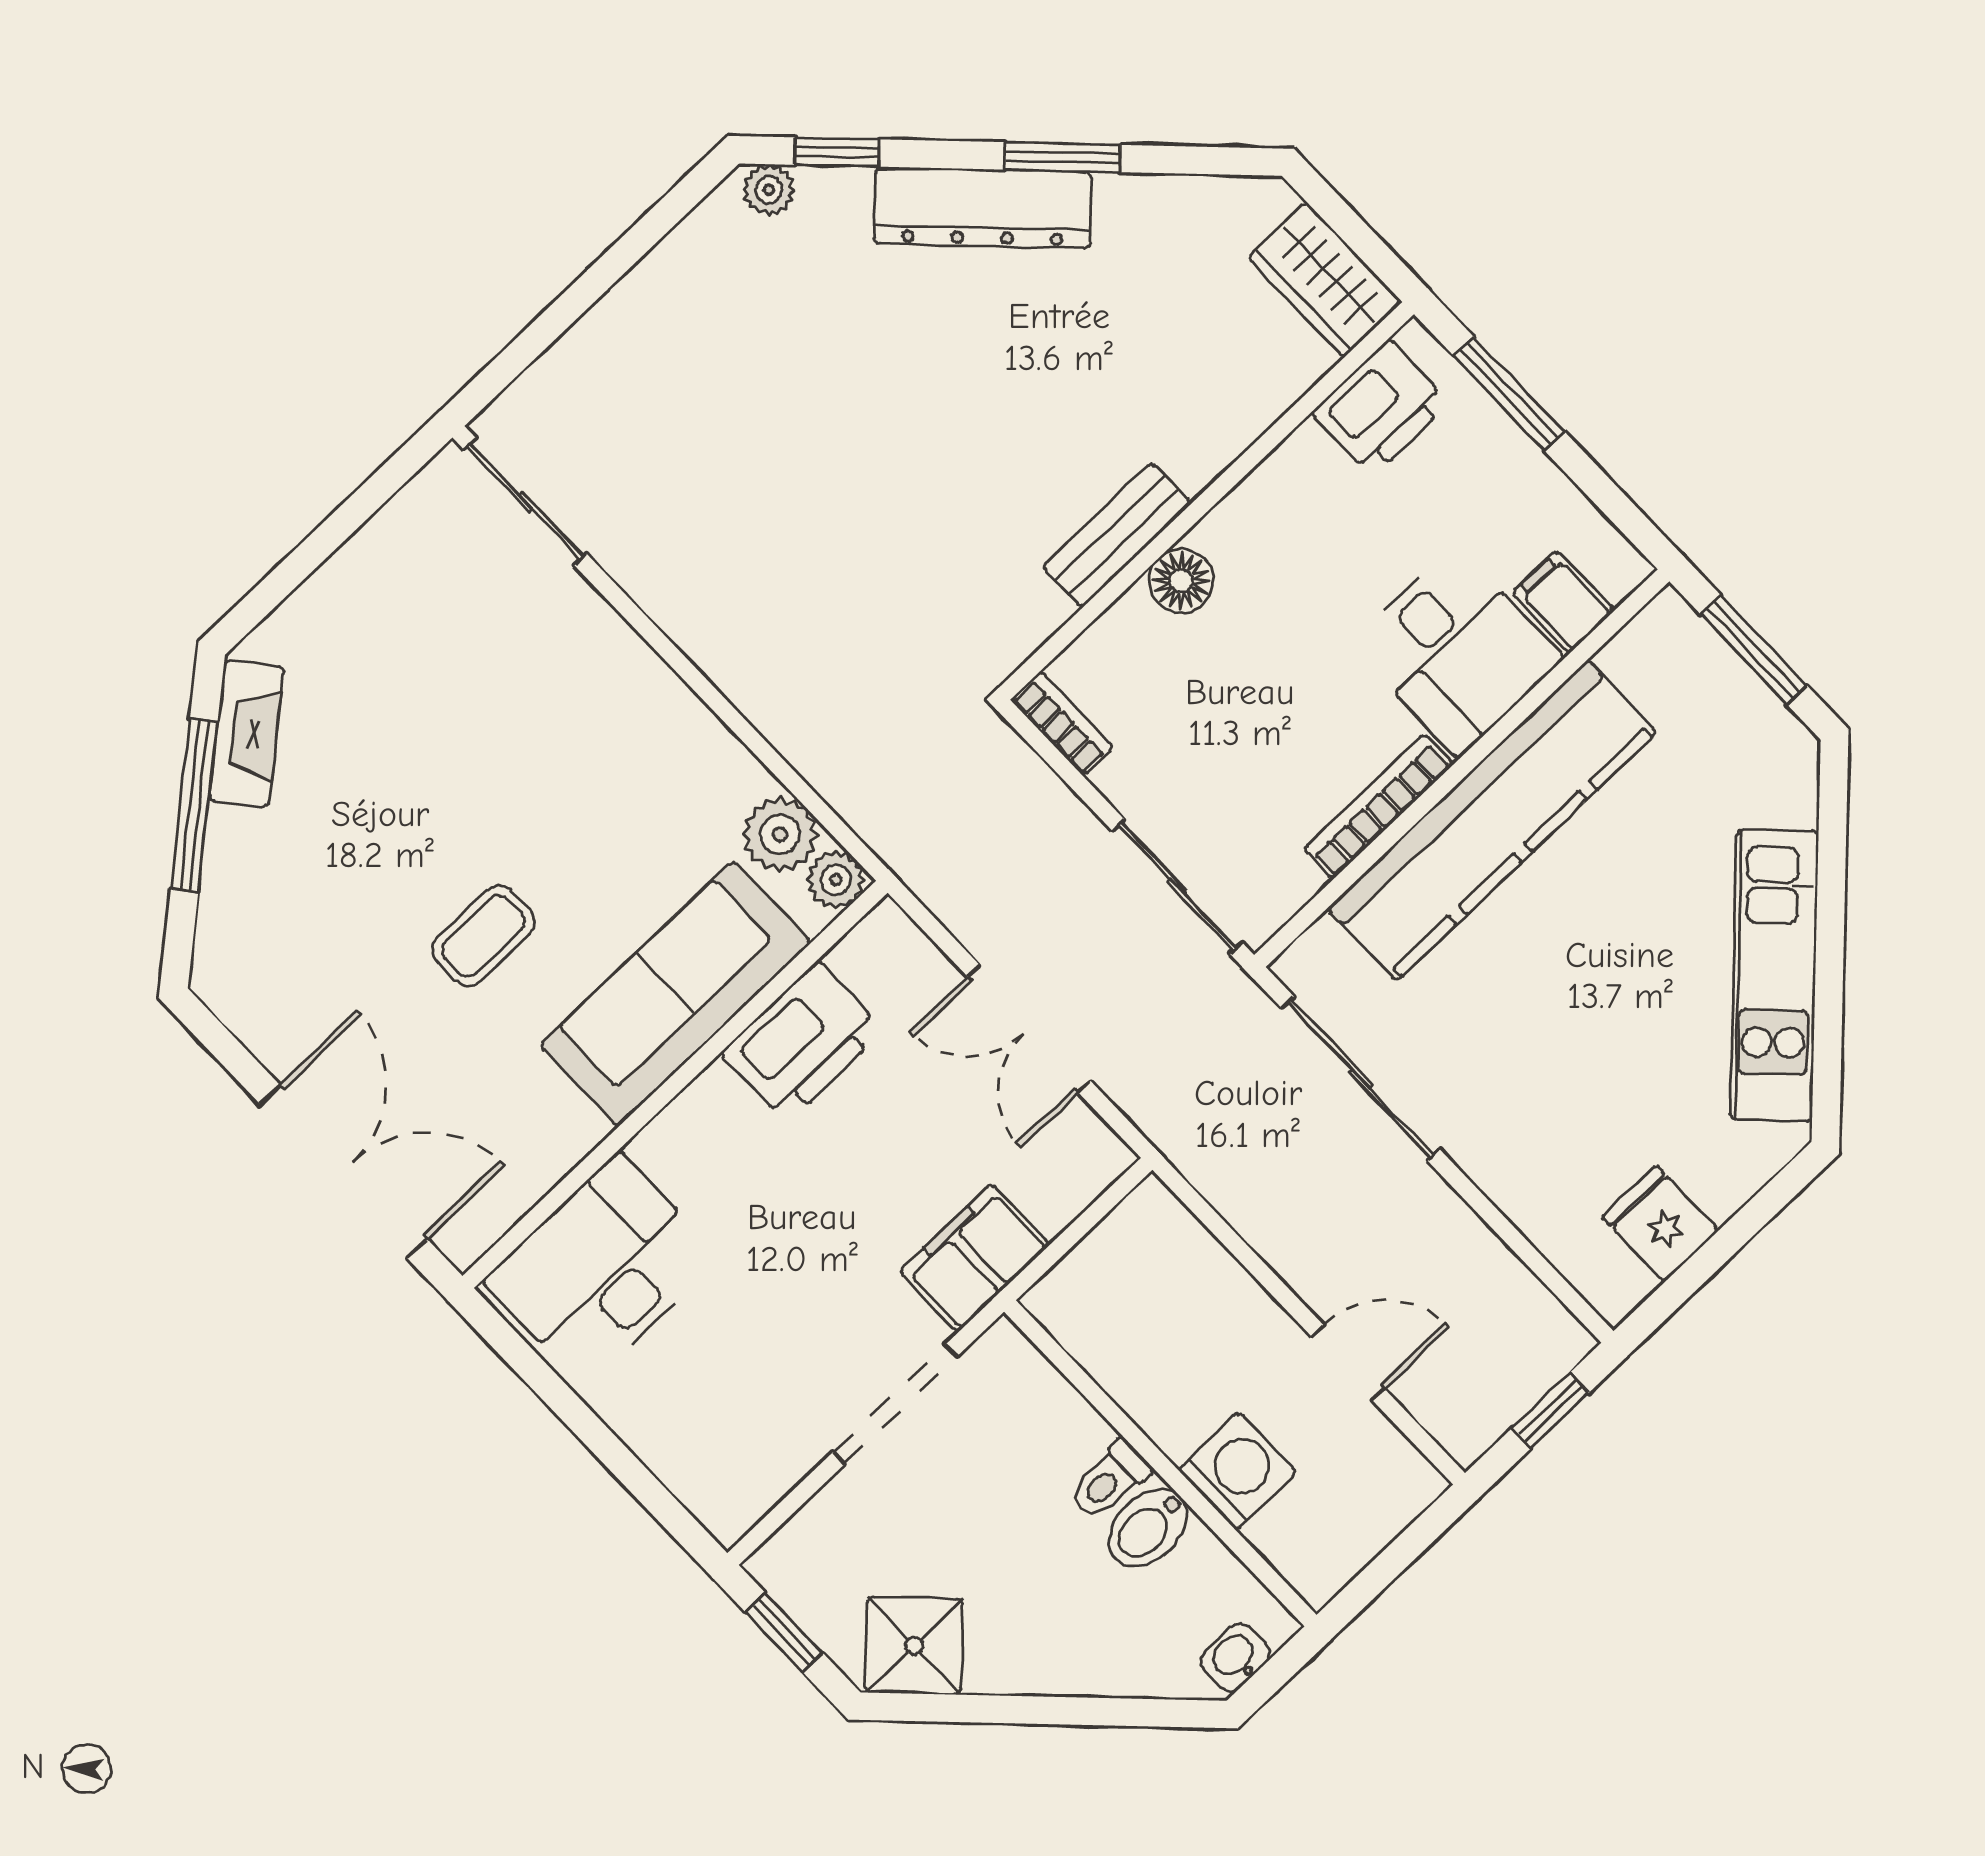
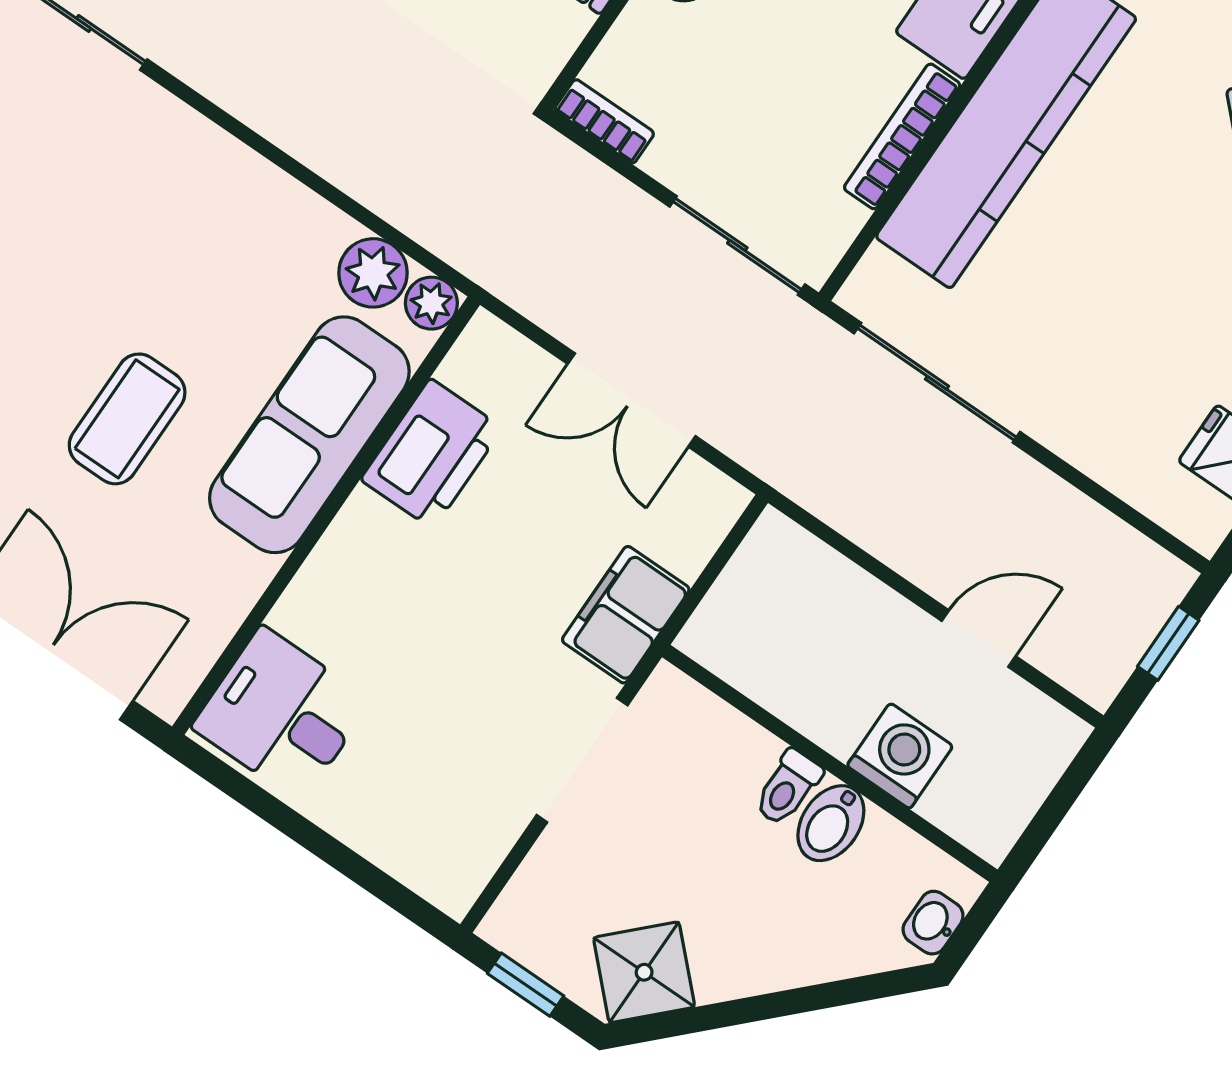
coffee table: (483, 936) -> (127, 419), width x1.36, depth x1.30
desk: (602, 1269) -> (282, 714), width x0.73

